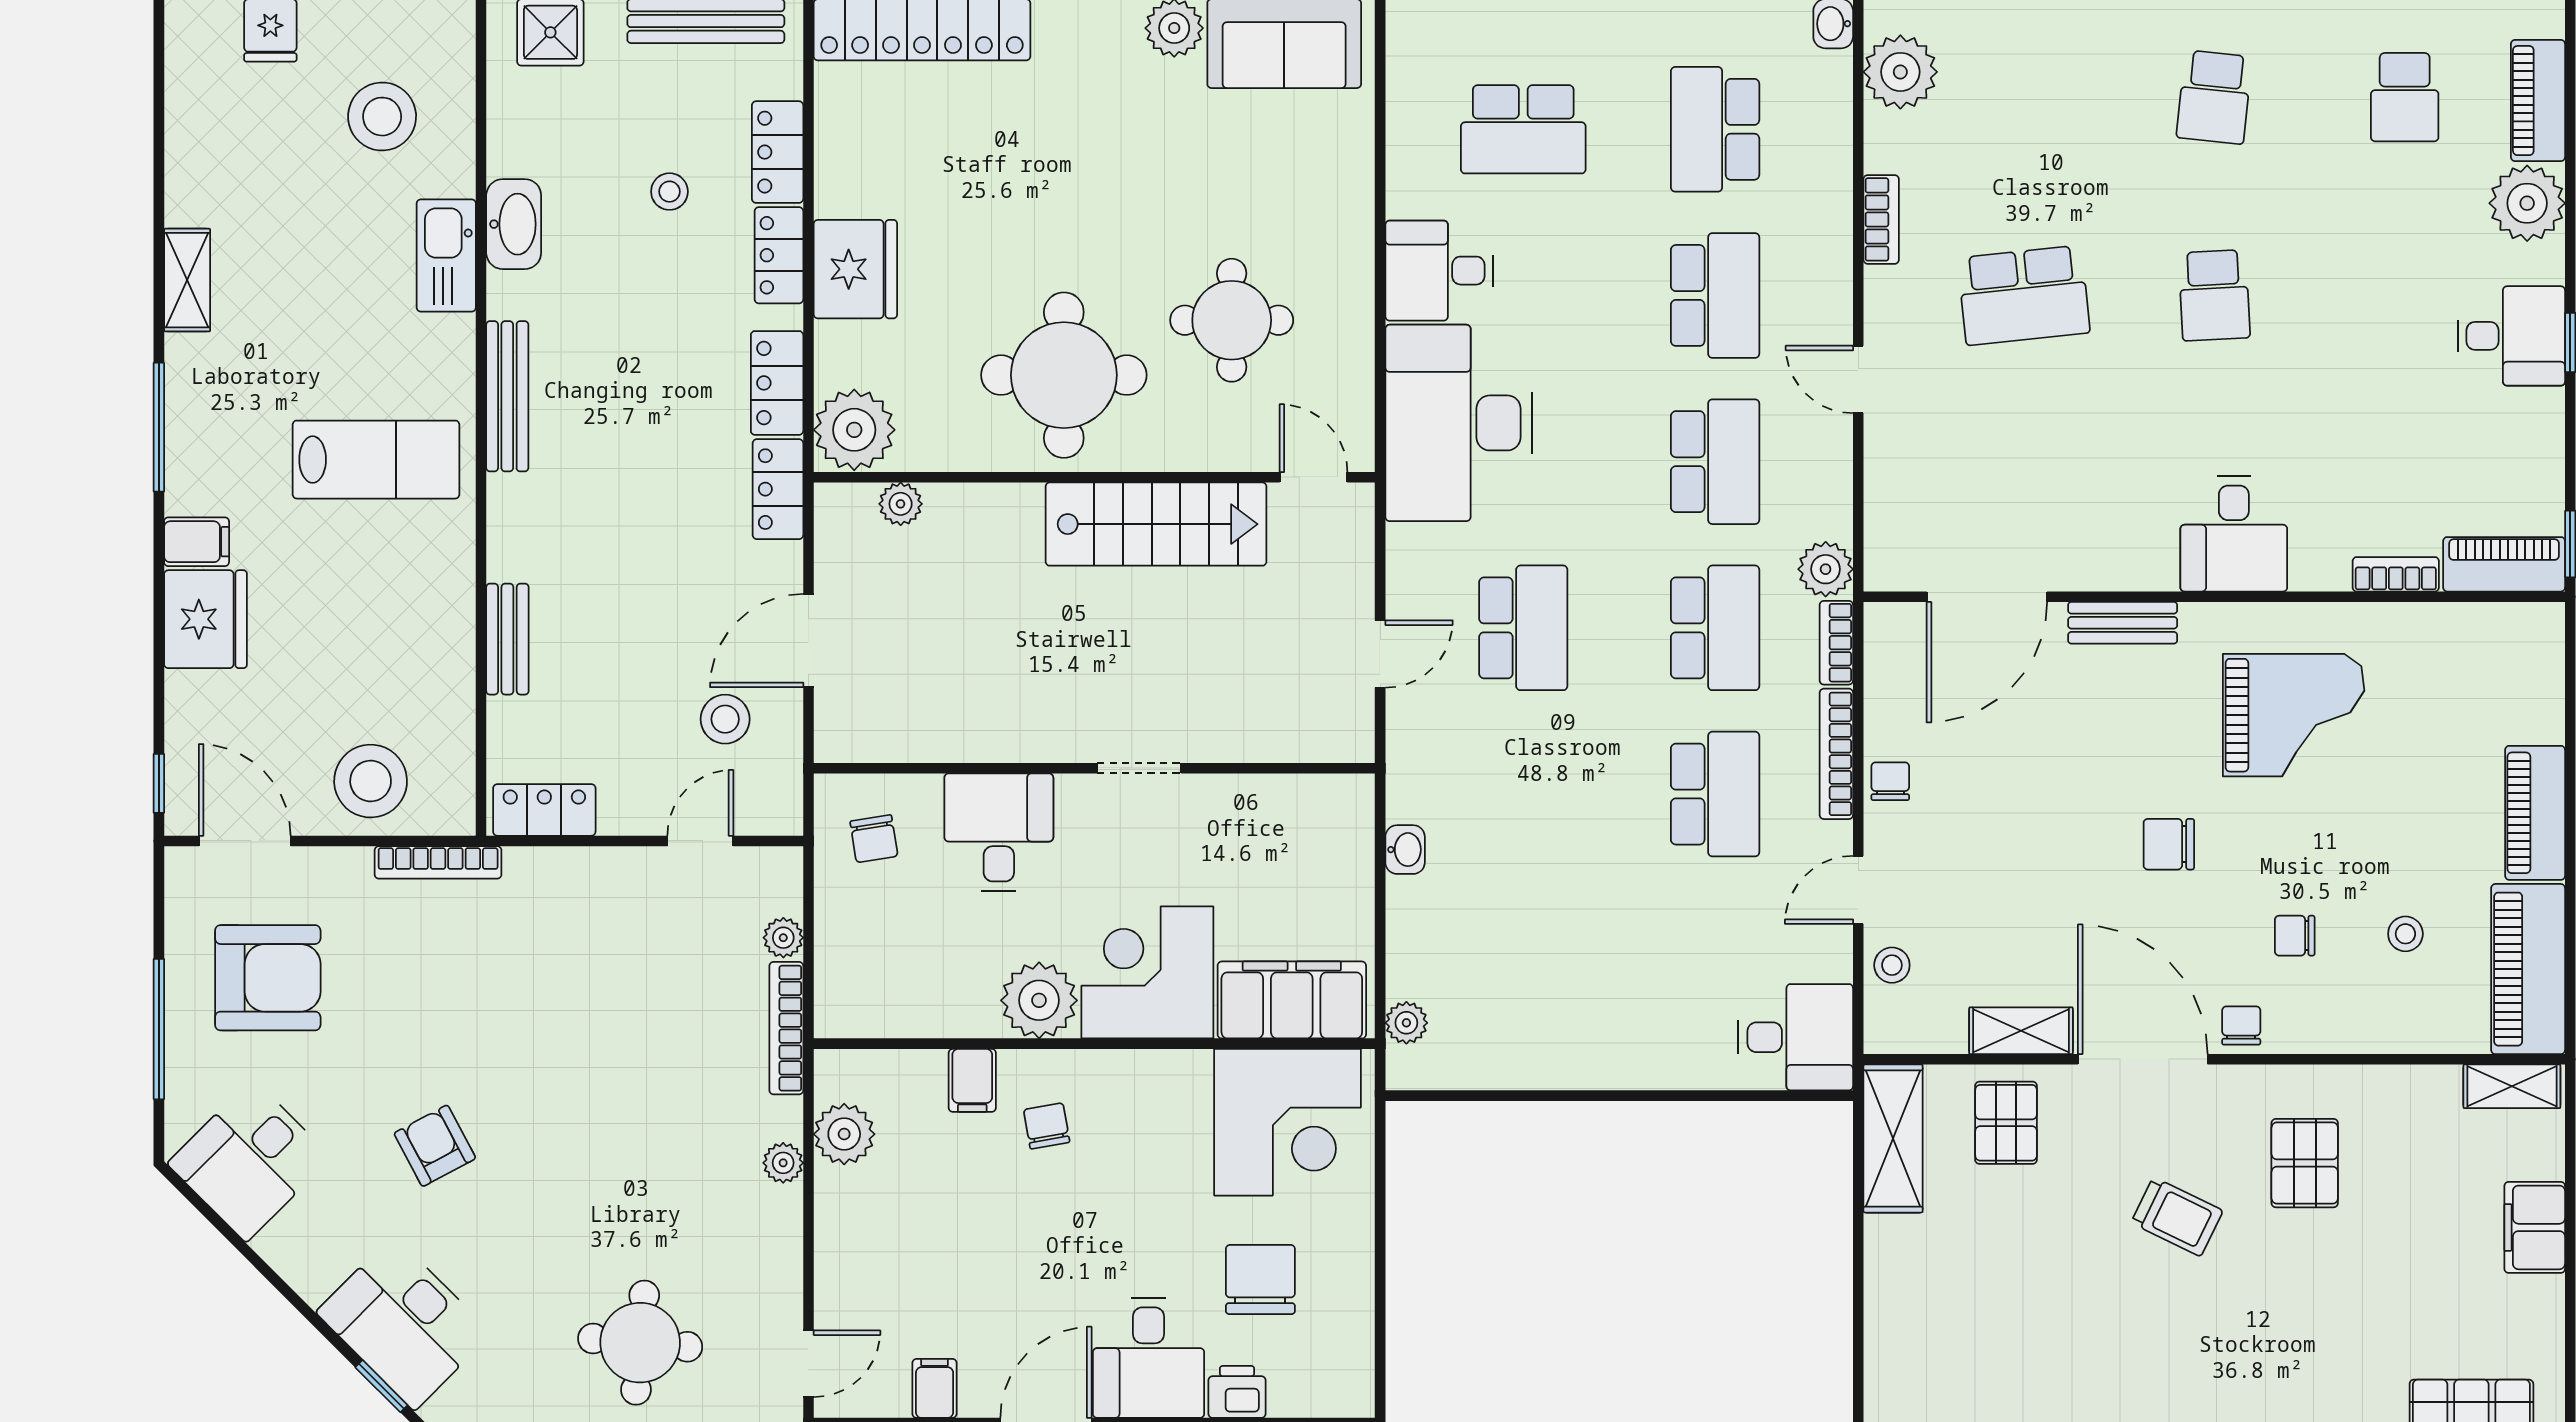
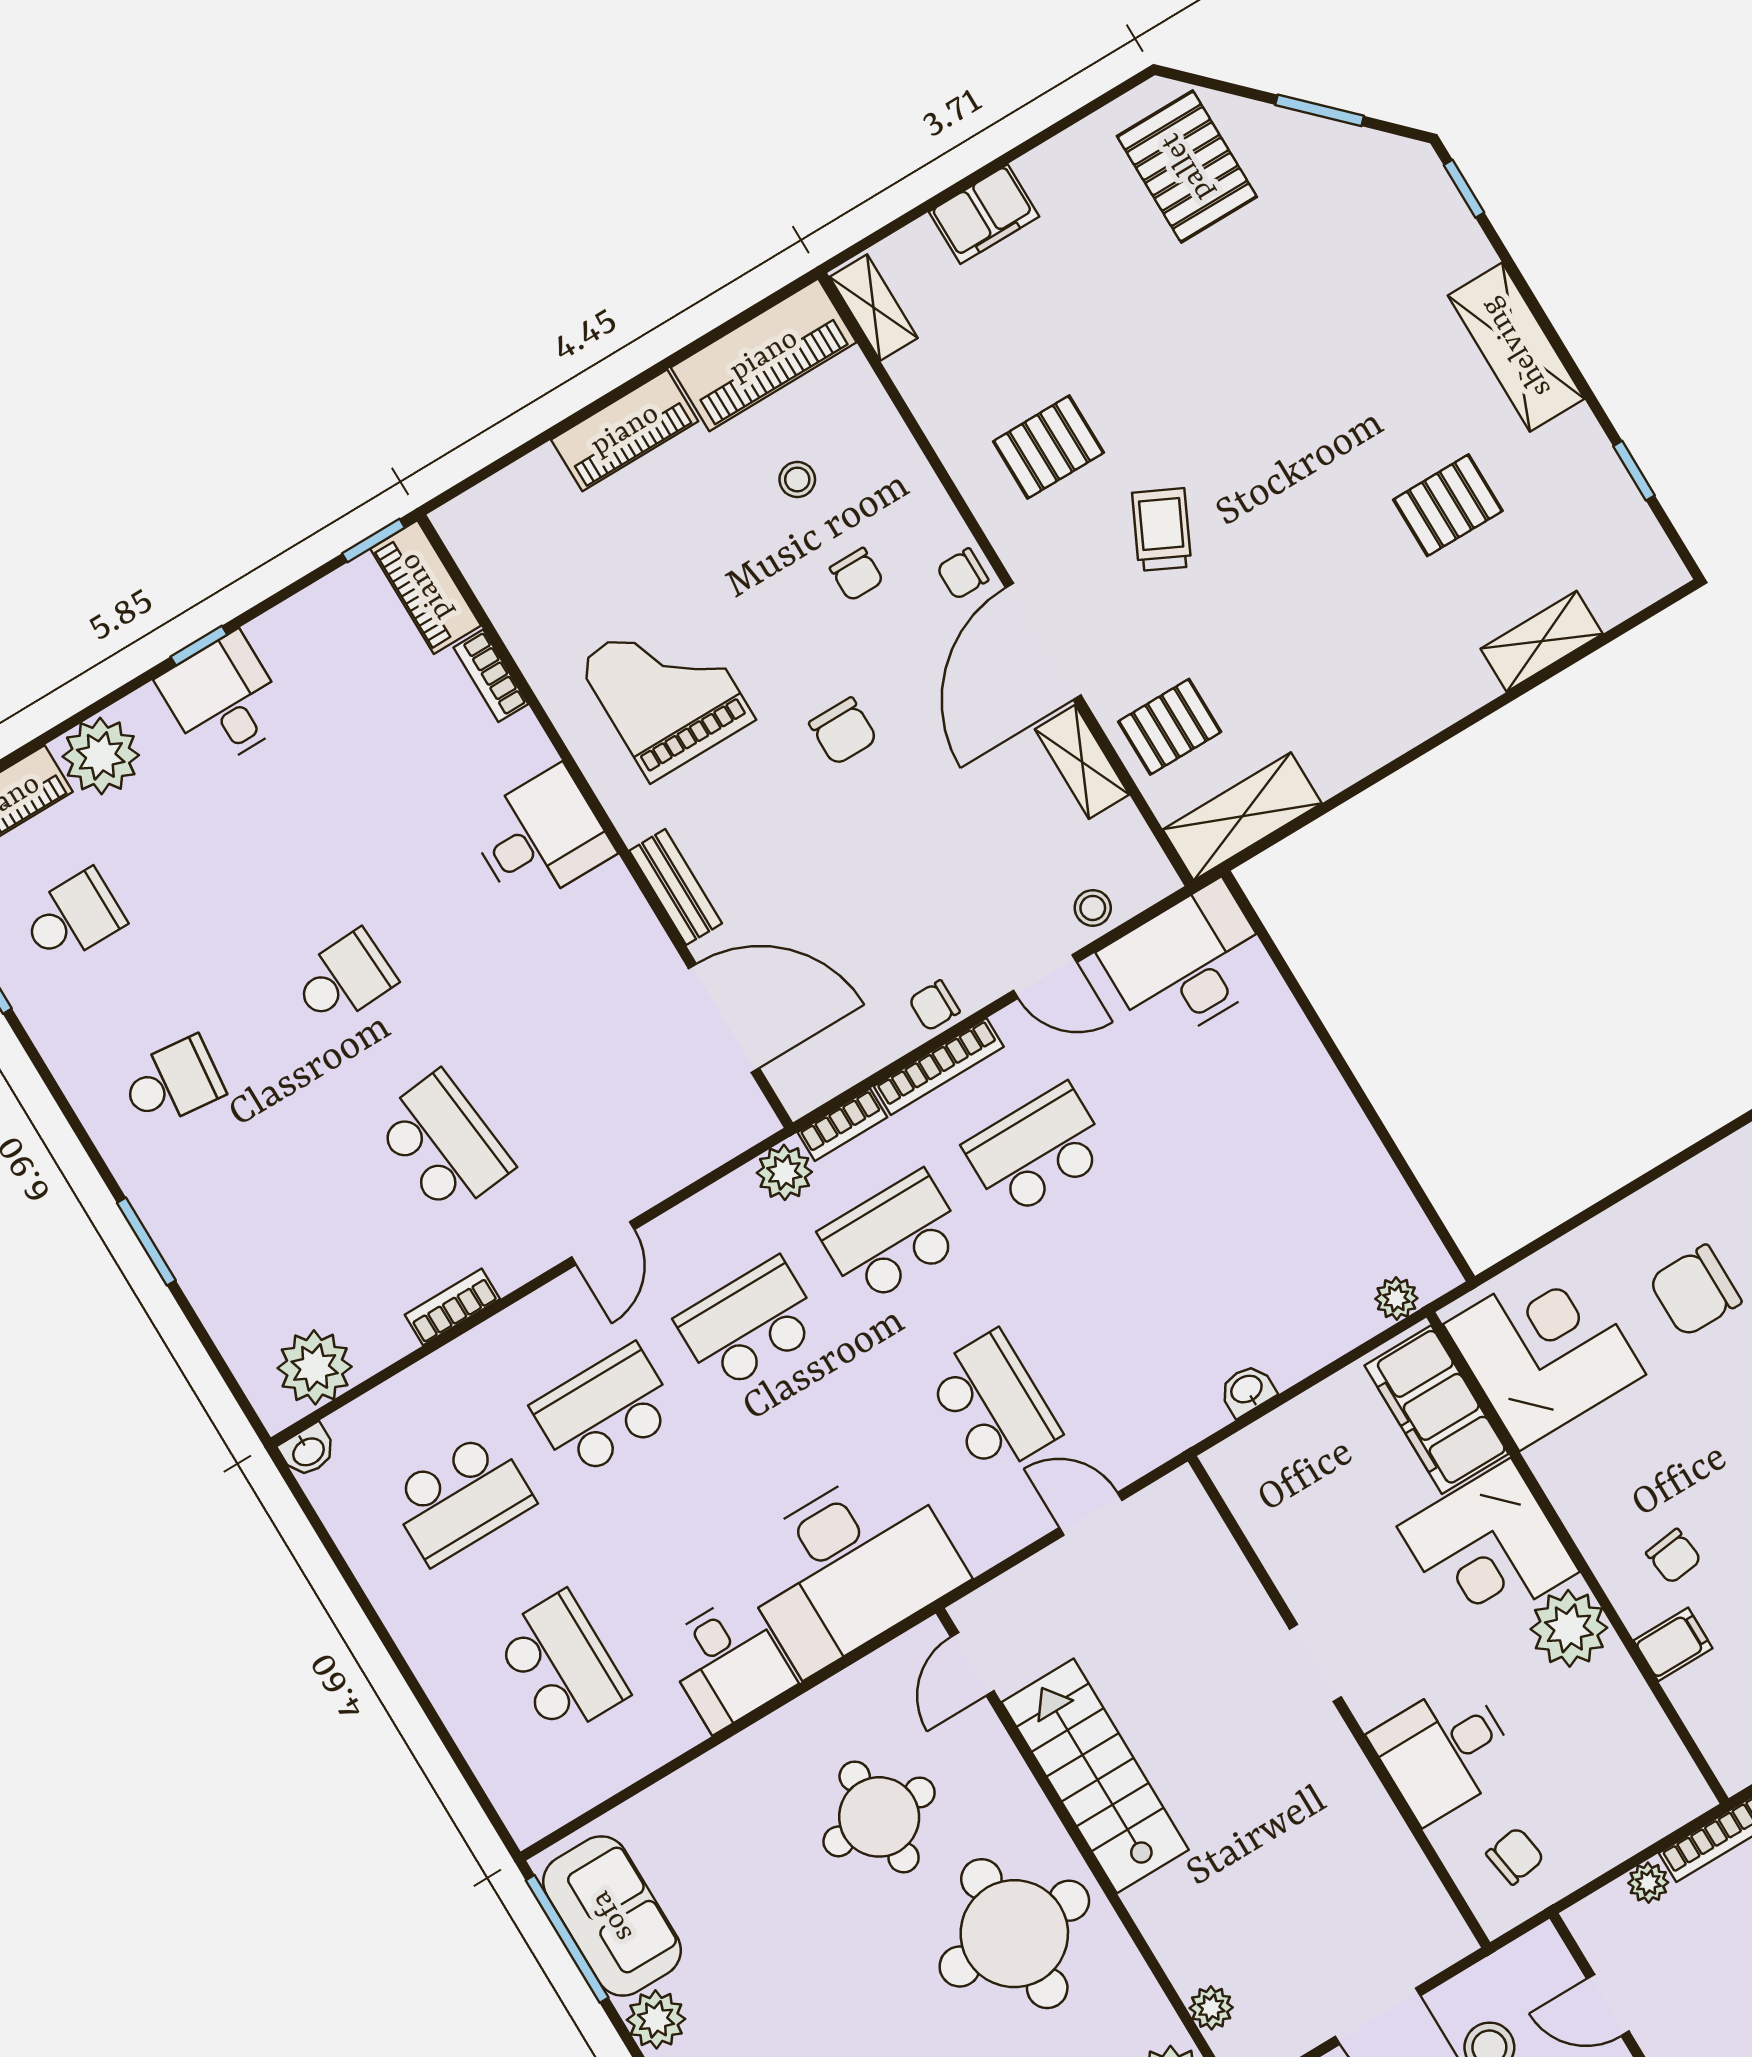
school desk: (1523, 628) -> (993, 1404), turned 90
desk: (1796, 1037) -> (1188, 964), width x1.37
chair: (1047, 1126) -> (1674, 1556), turned -87

